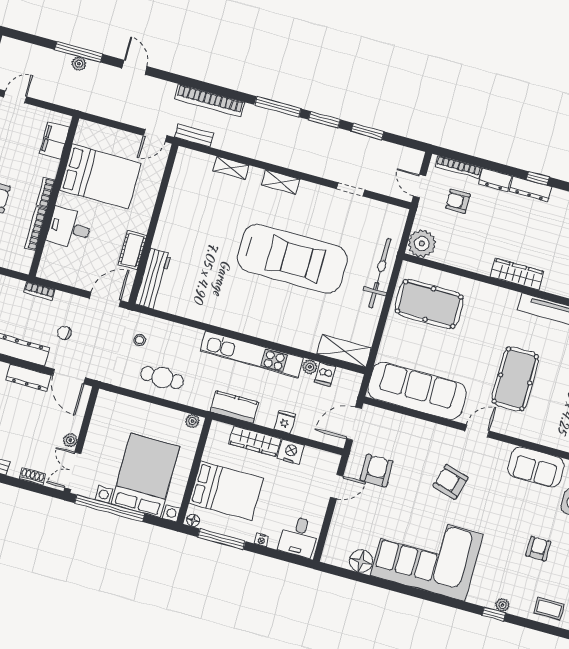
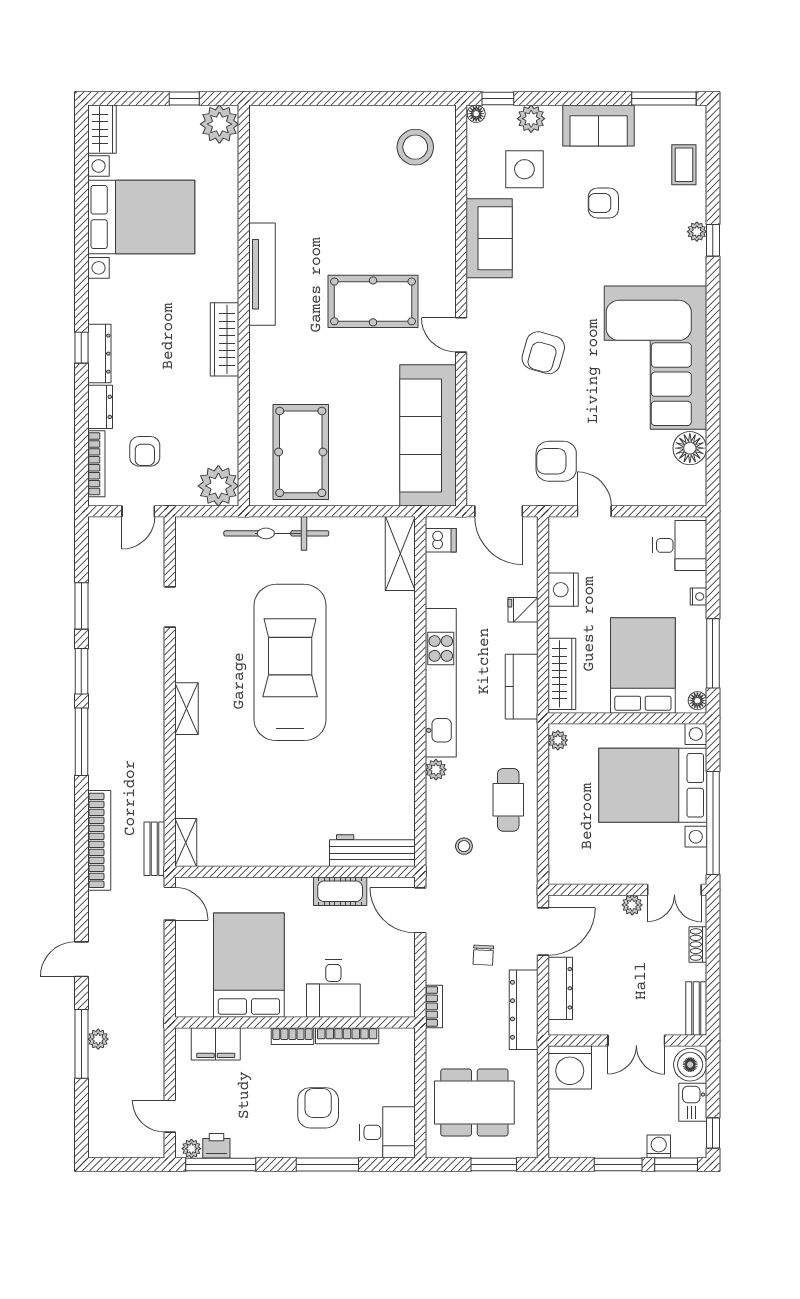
shelving: (231, 168) -> (186, 842), moved
plant: (310, 367) -> (436, 770), moved
dishwasher: (325, 375) -> (441, 540), moved
wardrobe: (255, 441) -> (562, 674), moved

